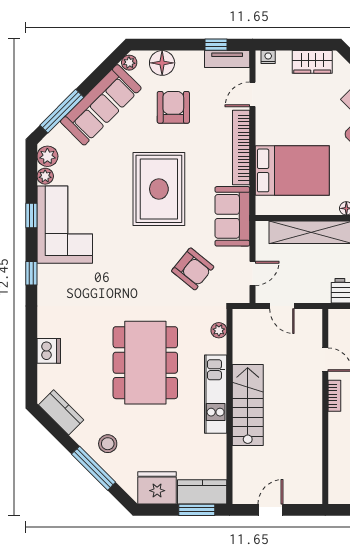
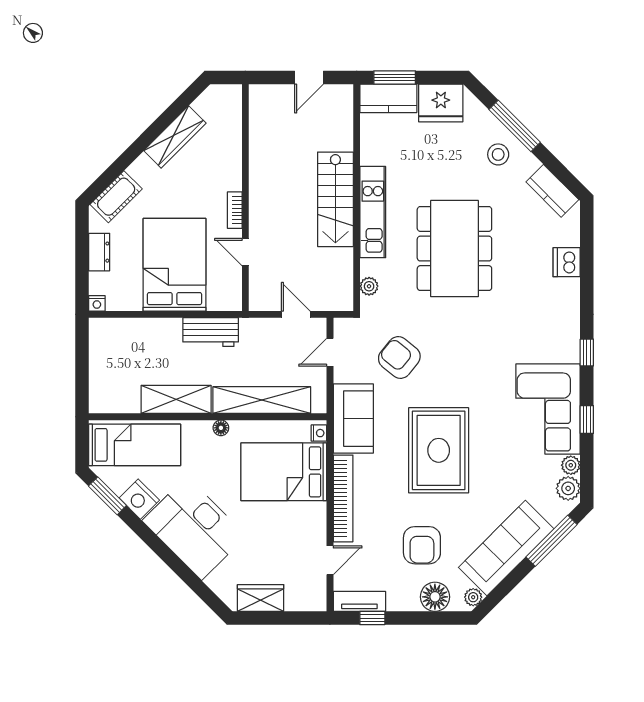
nightstand: (268, 57) -> (319, 433), moved, turned -90

